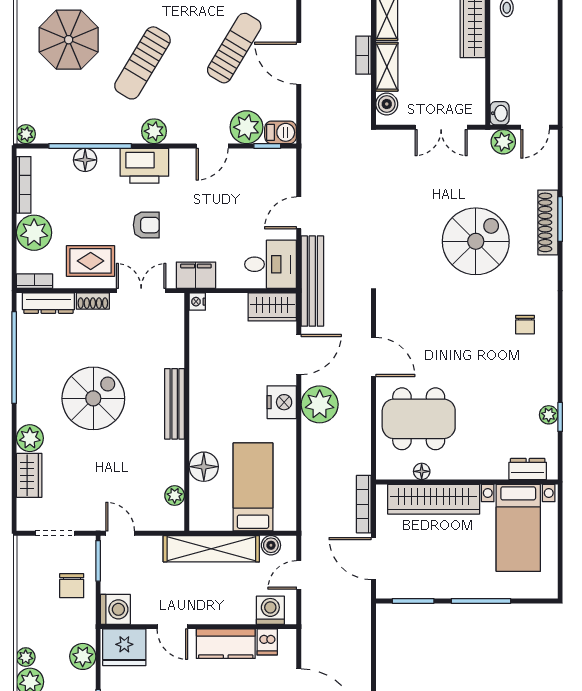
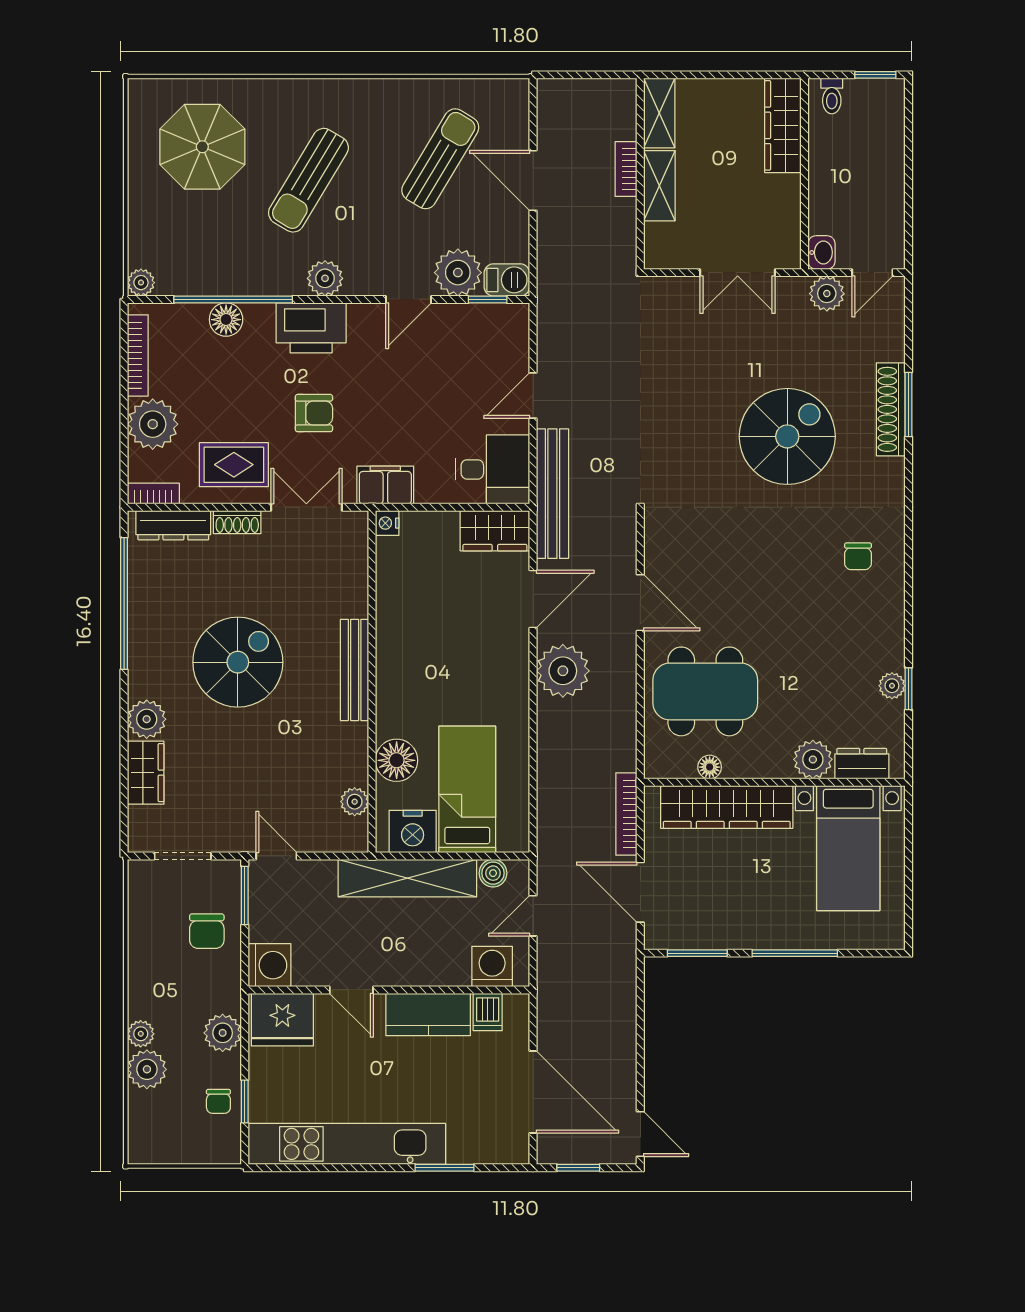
boiler: (387, 104) -> (659, 239), removed
nightstand: (282, 402) -> (413, 831), moved, turned 90
plant: (494, 466) -> (813, 759), added

